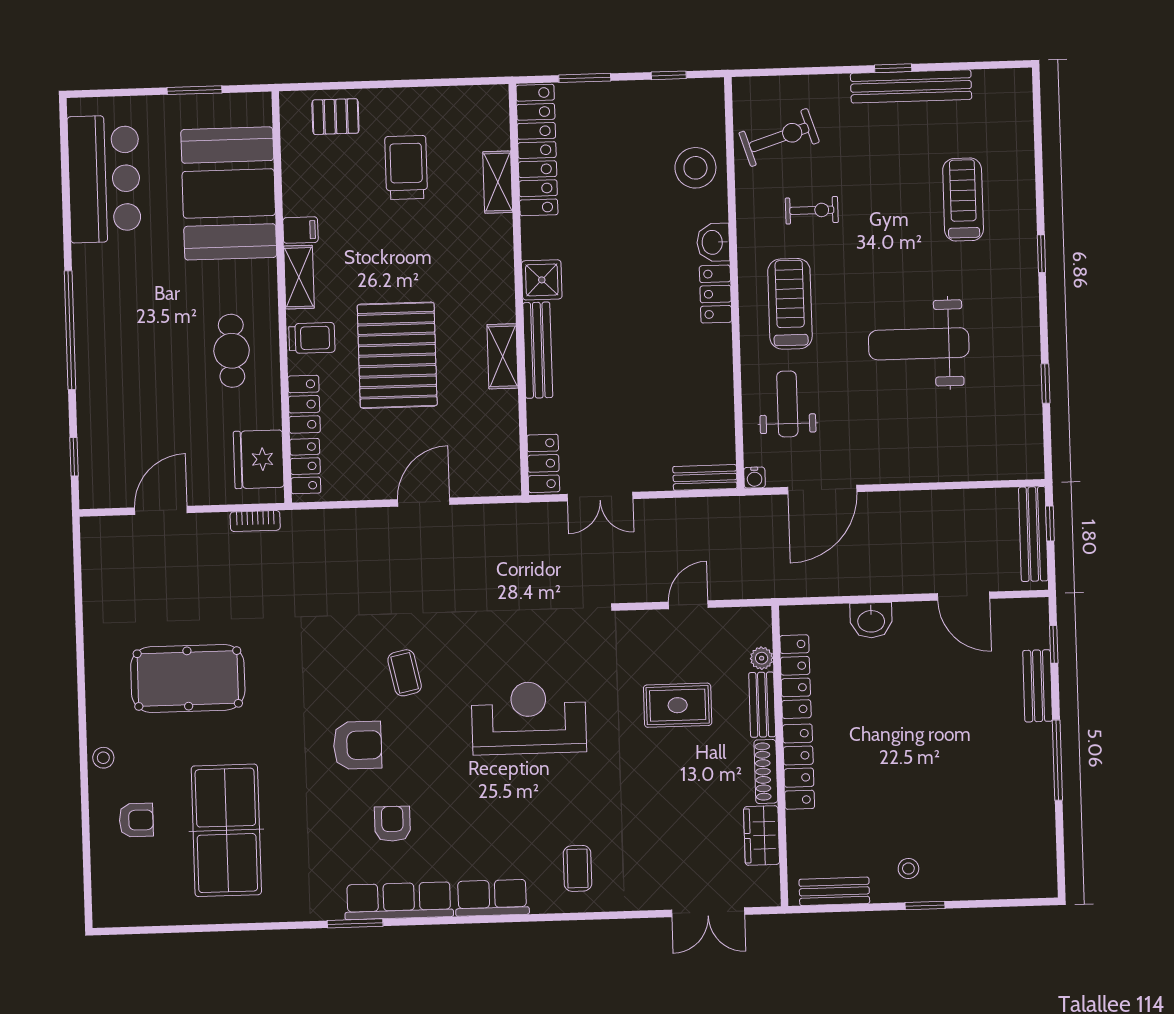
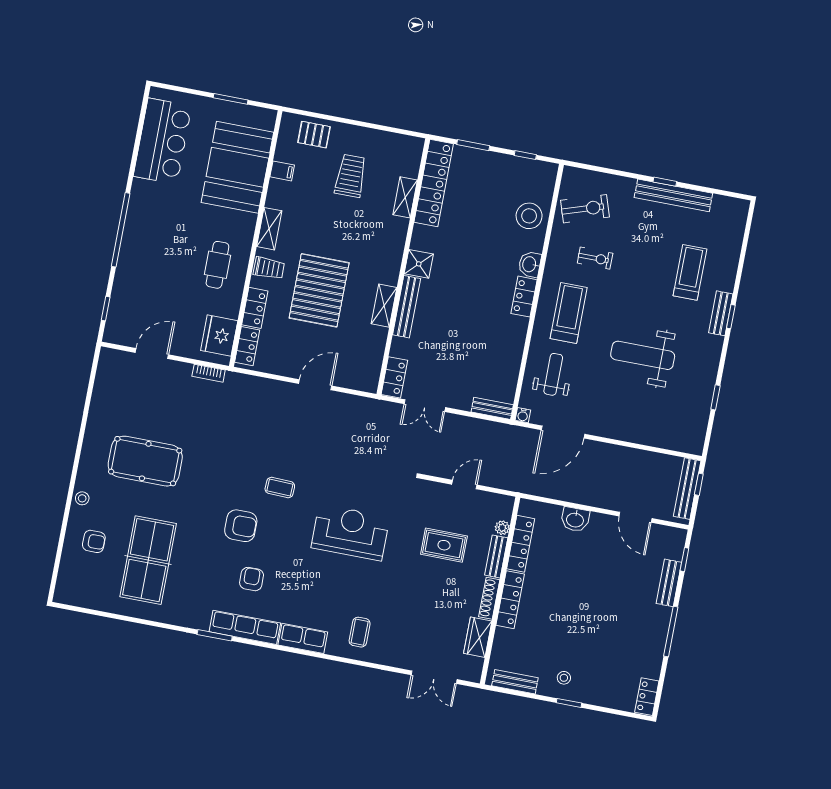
filing cabinet: (301, 230) -> (282, 171), moved
bench: (1025, 252) -> (721, 313), added
coffee table: (405, 673) -> (280, 488), turned -76
locker: (1043, 869) -> (647, 697), added

